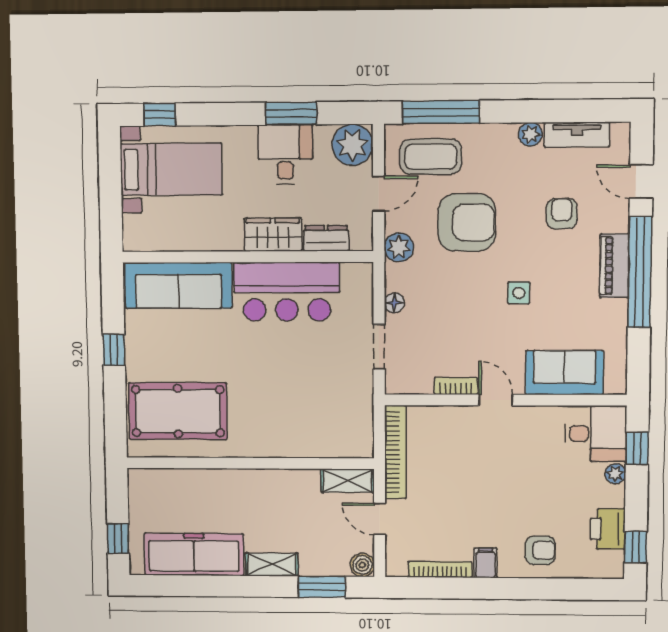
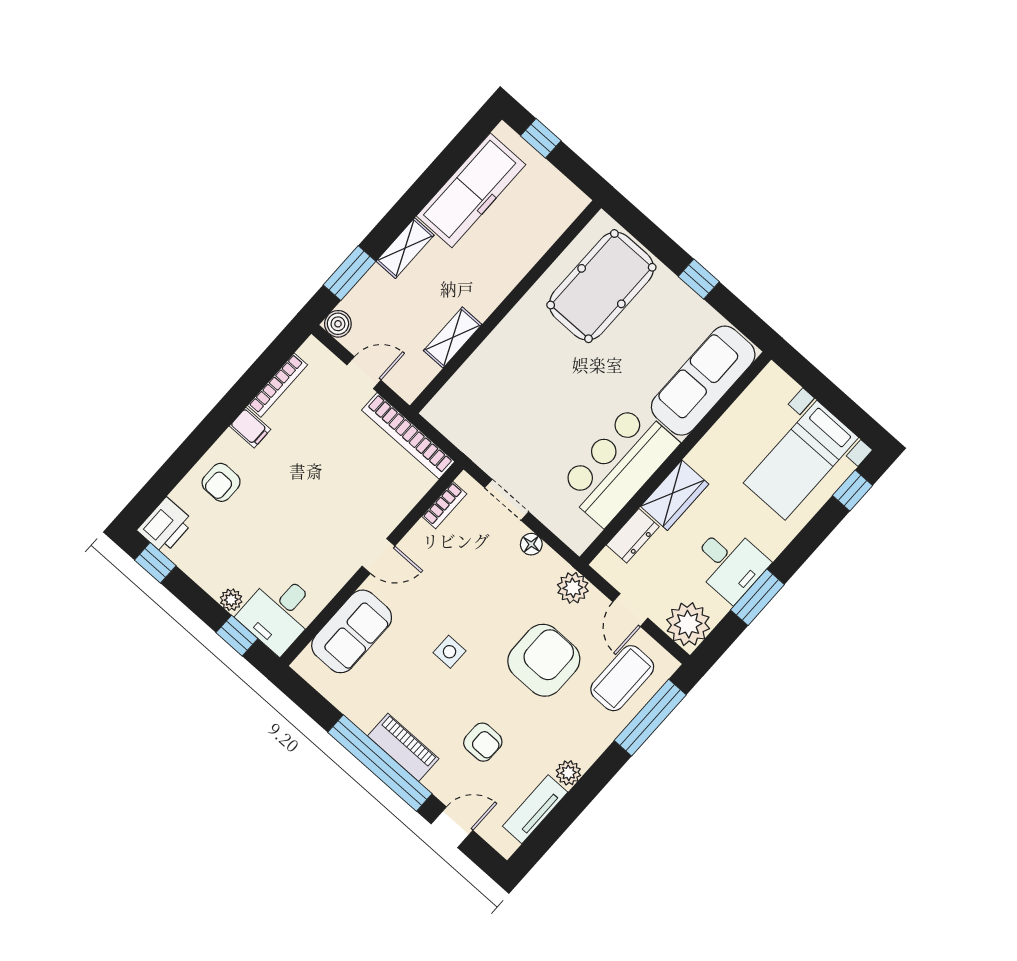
armchair: (467, 222) -> (544, 660), turned 180
bookcase: (456, 386) -> (444, 505), moved
shelving: (348, 481) -> (453, 337), moved
printer: (608, 529) -> (165, 526), moved, turned 90

